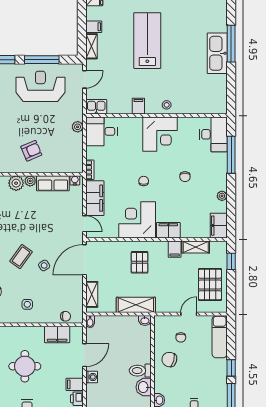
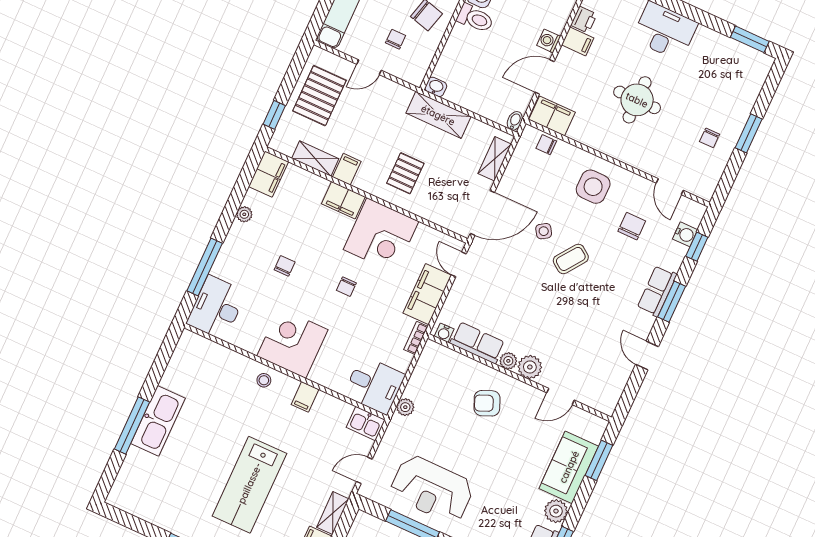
side table: (27, 304) -> (593, 187), width x1.87, depth x1.87
filing cabinet: (57, 334) -> (552, 116), moved

